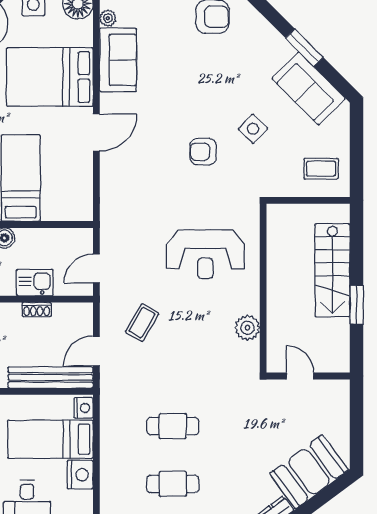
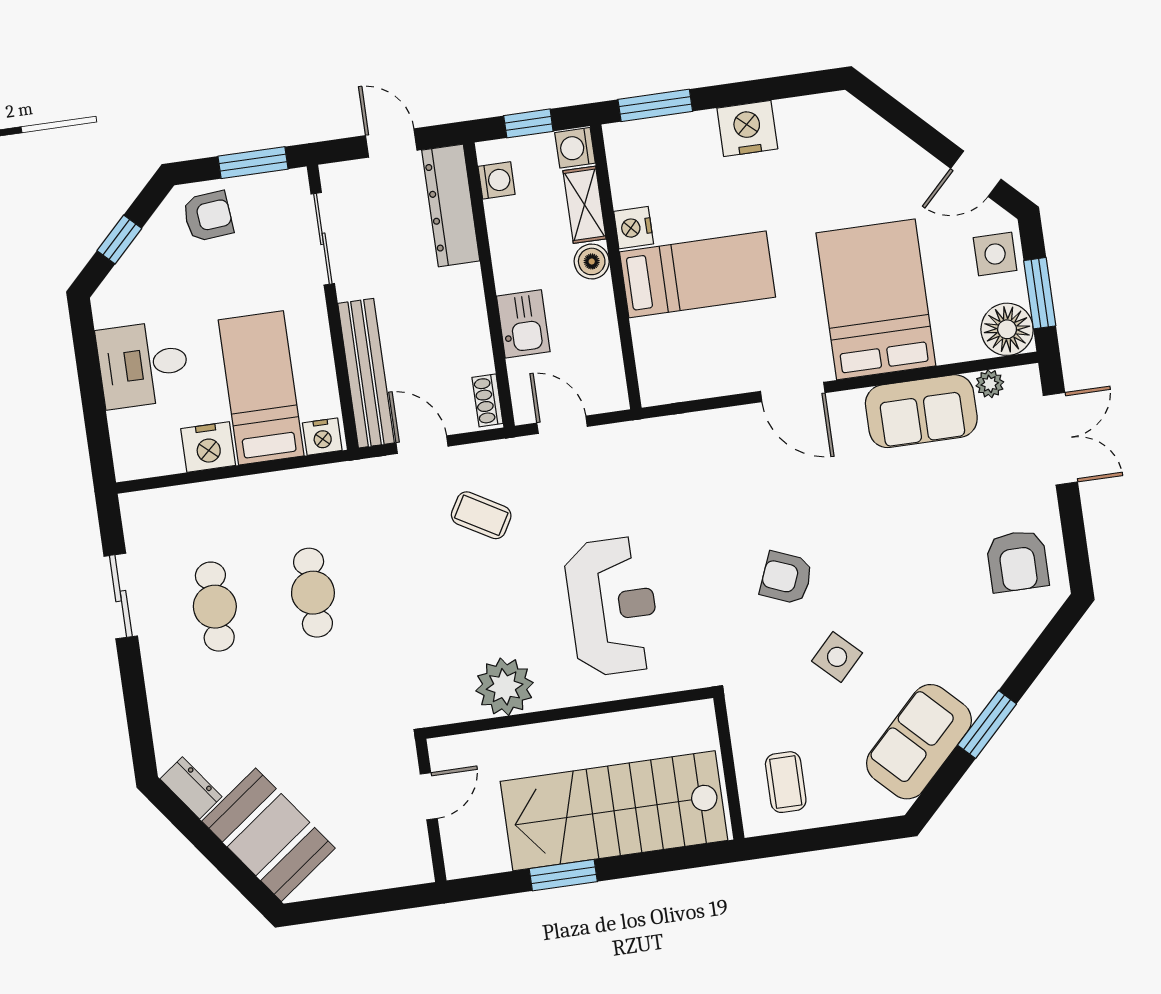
armchair: (203, 152) -> (786, 578), turned -68
reception desk: (205, 254) -> (613, 606), turned 180
stairs: (332, 270) -> (614, 811), width x1.36, depth x1.51
shoe rack: (37, 310) -> (488, 400), moved
plant: (247, 328) -> (505, 687), width x1.36, depth x1.36

